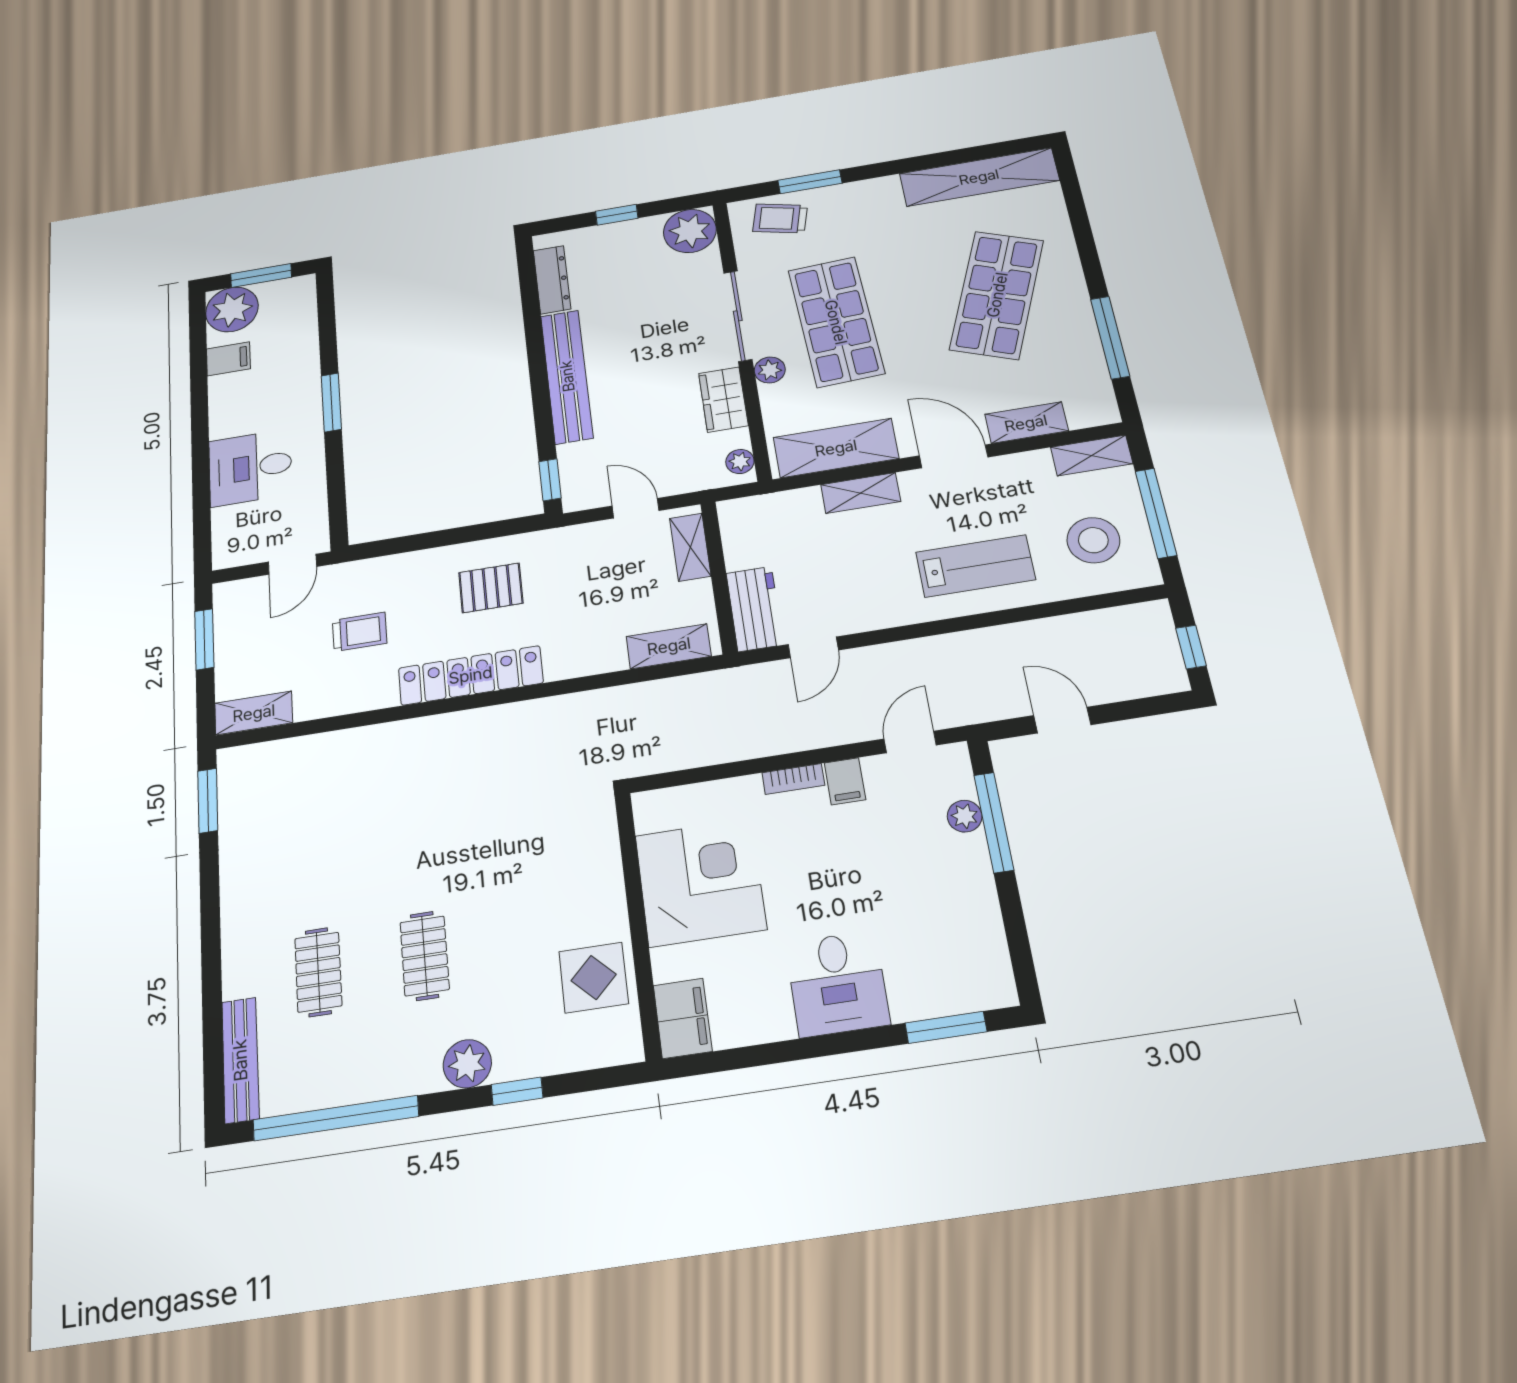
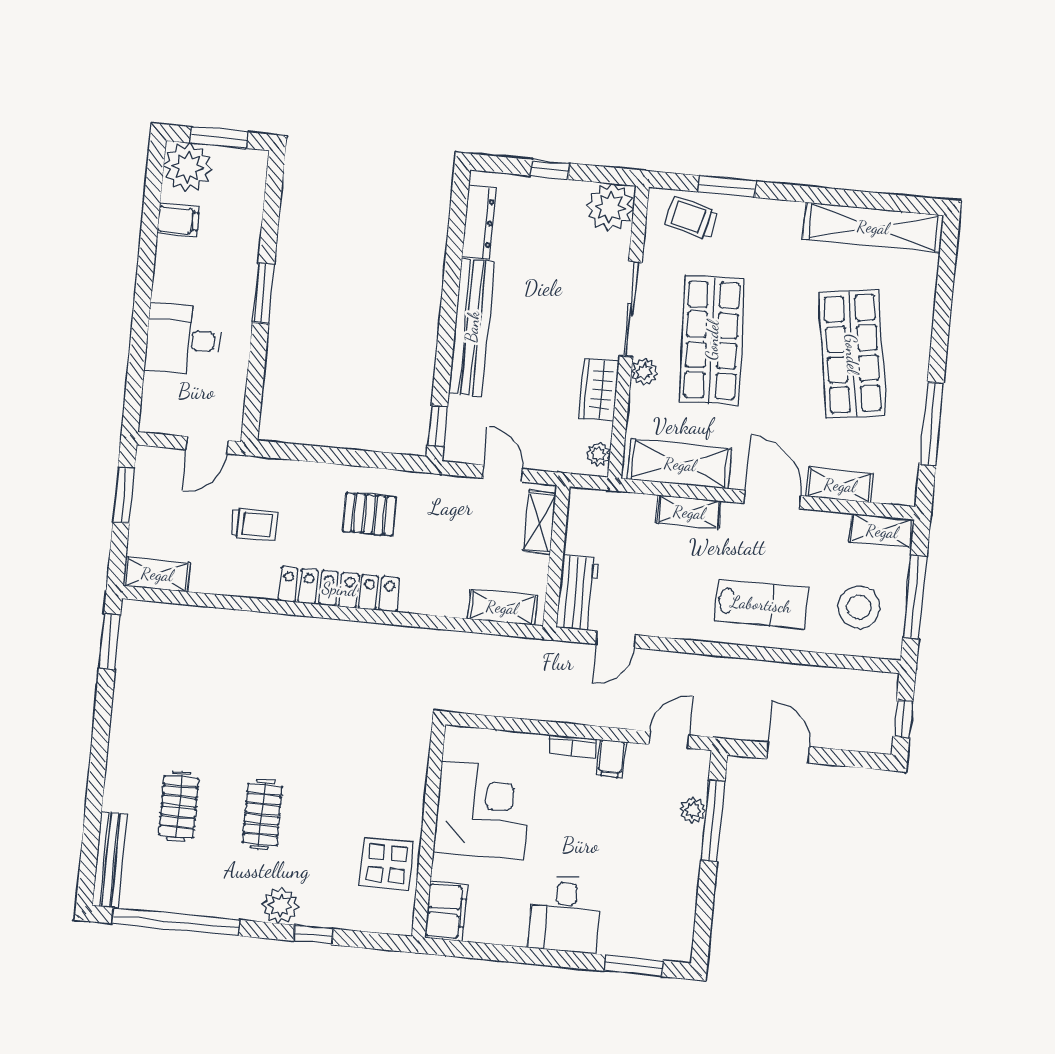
shop shelf: (997, 295) -> (852, 354), turned -30

